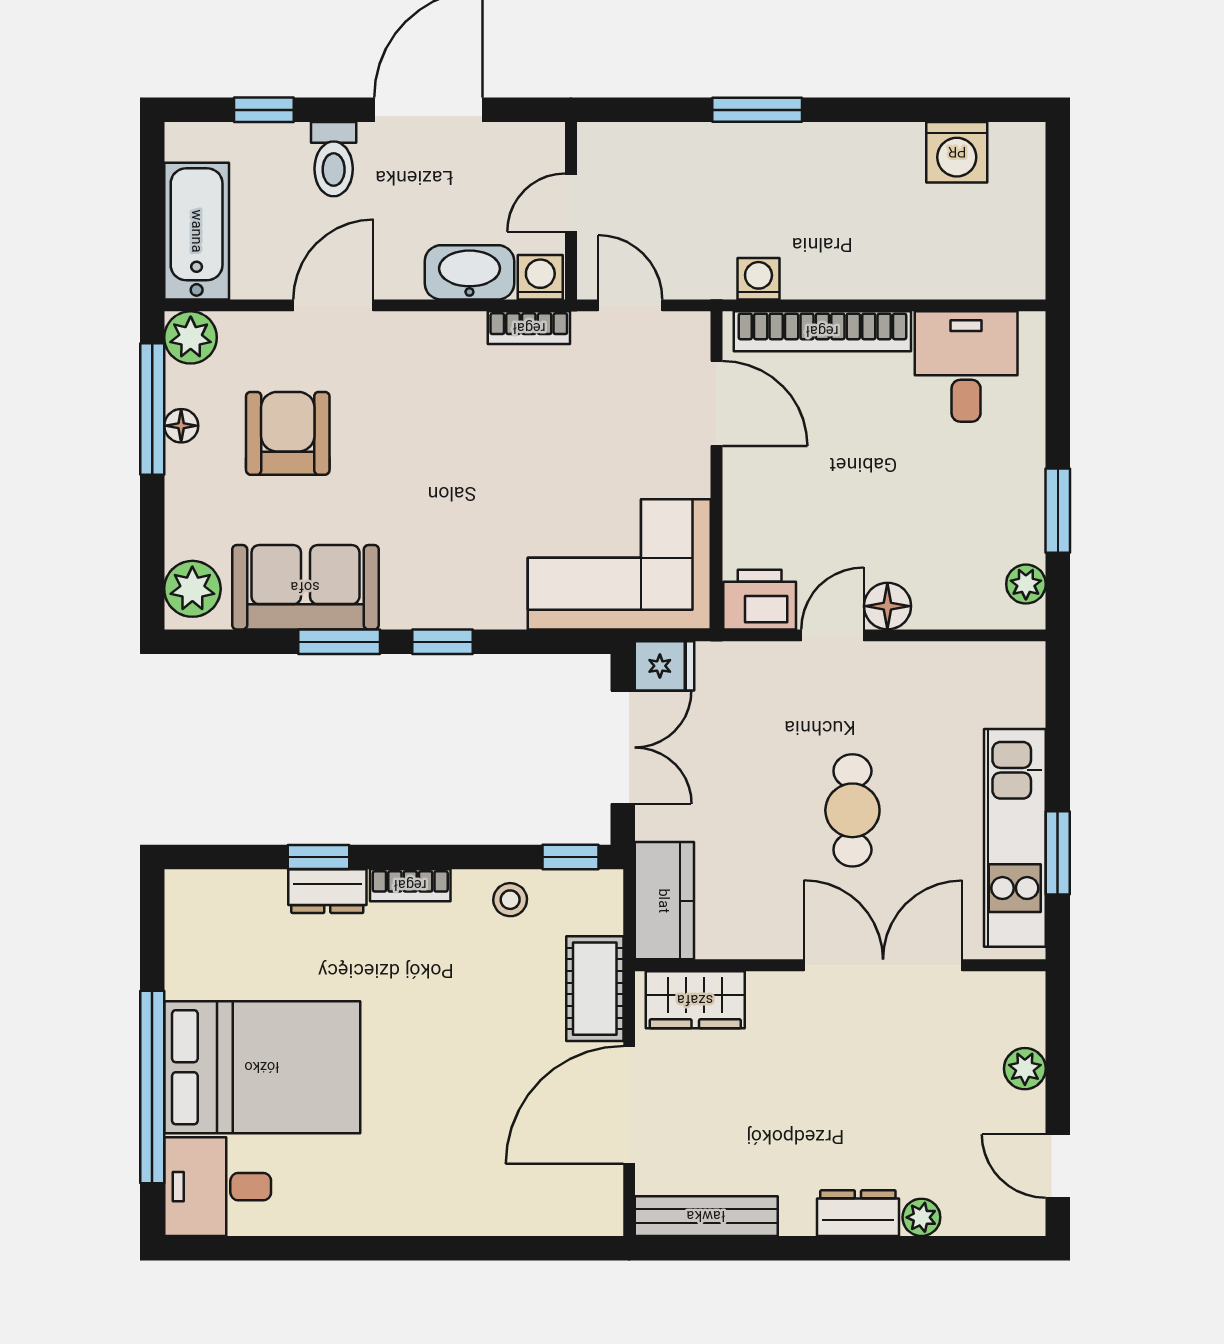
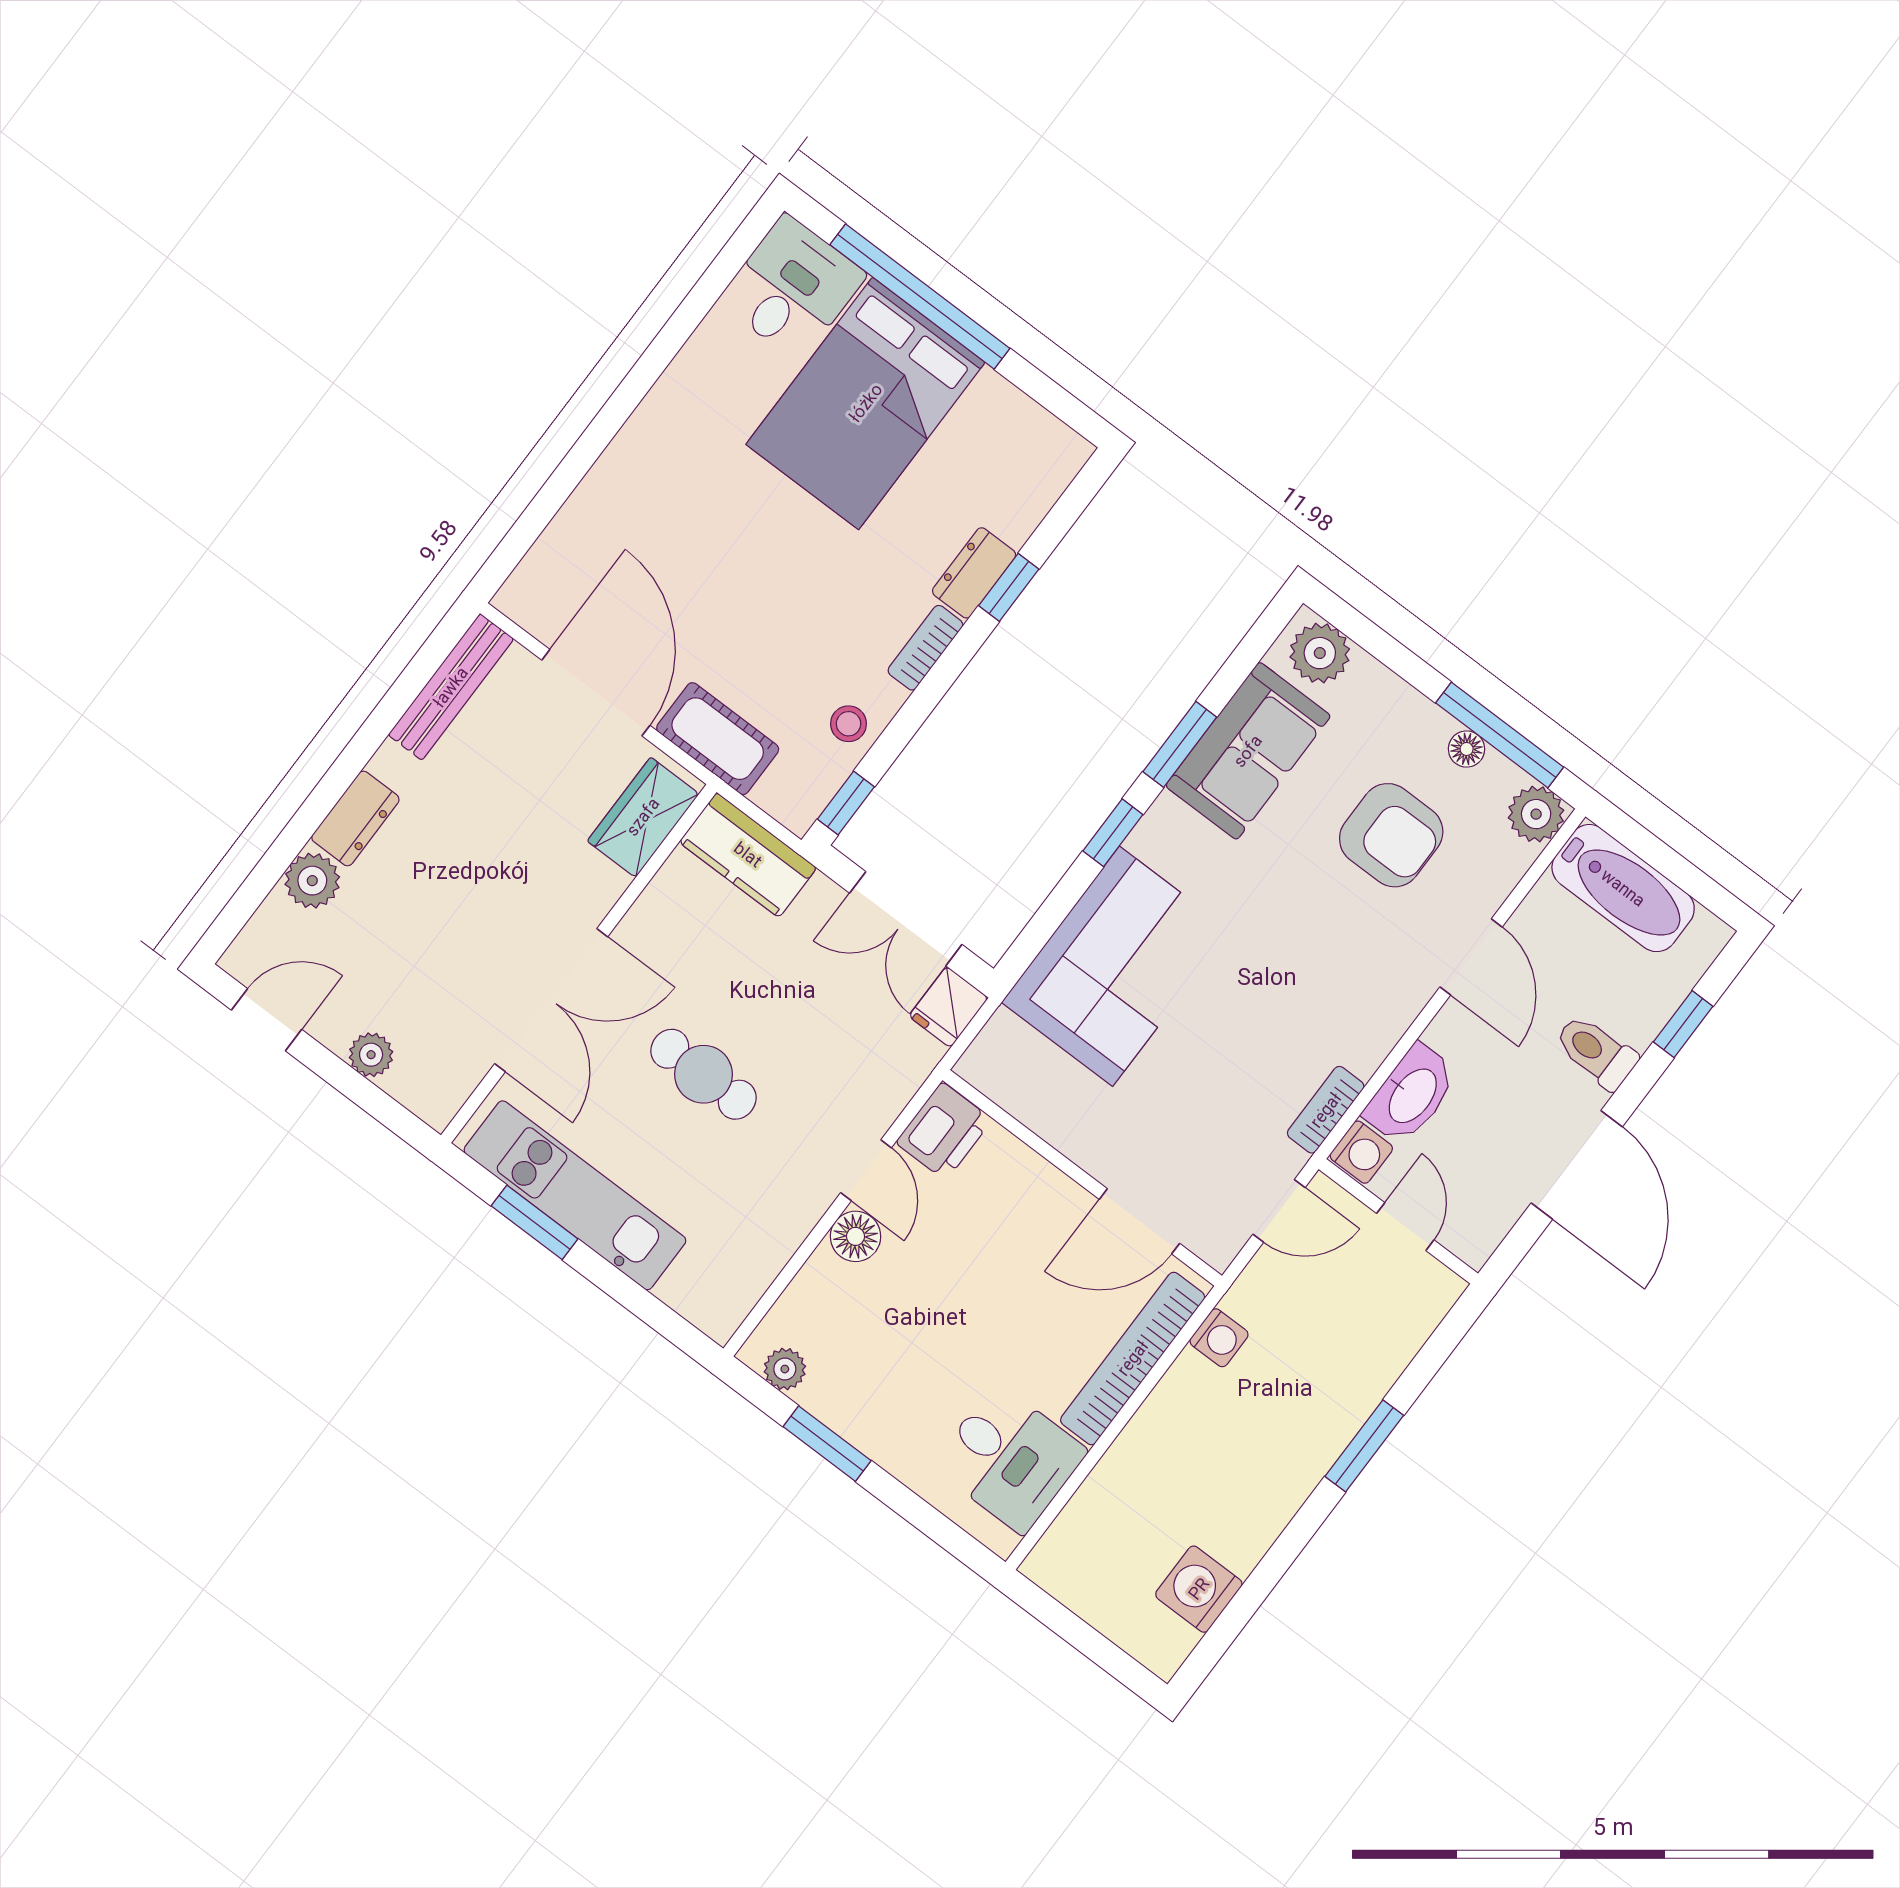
corner sofa: (619, 564) -> (1116, 966), moved
plant: (921, 1217) -> (312, 881), width x1.38, depth x1.38

